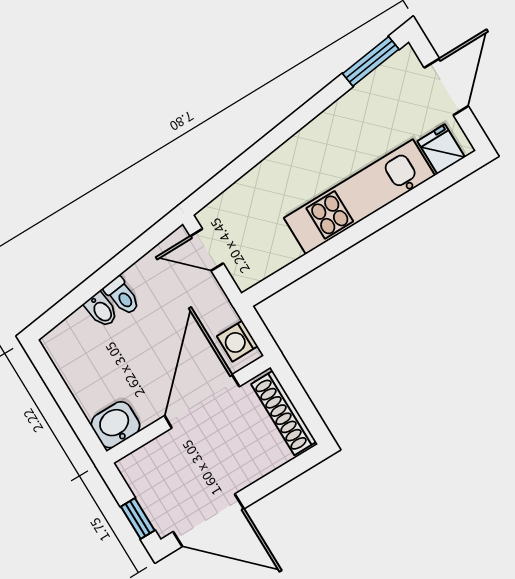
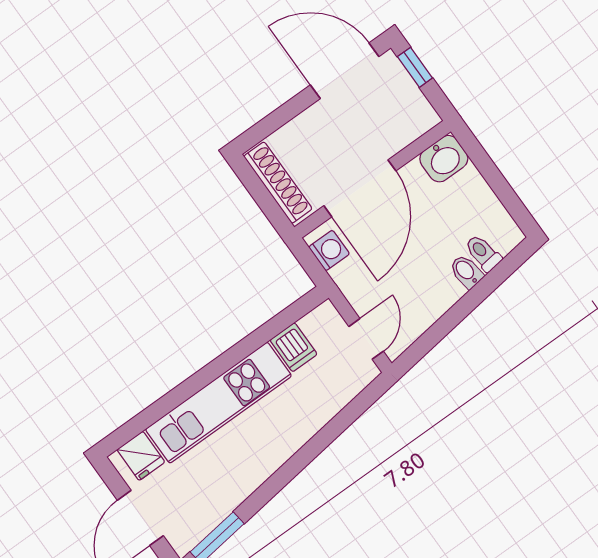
dishwasher: (280, 247) -> (294, 347), added
door: (207, 250) -> (366, 339), hinge flipped
toilet: (122, 296) -> (483, 253), moved

